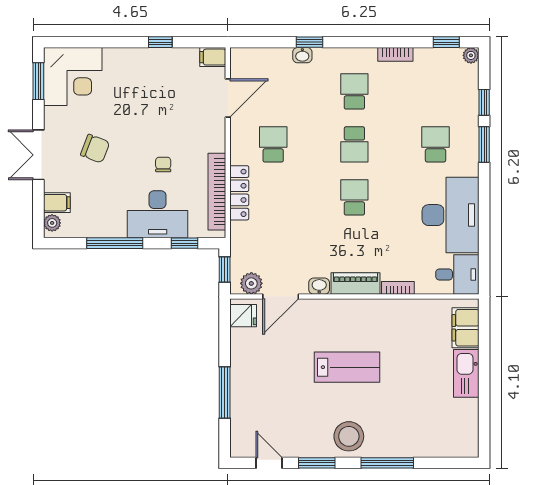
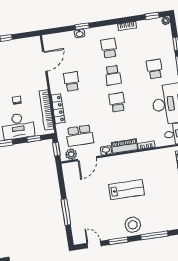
filing cabinet: (213, 57) -> (34, 42), removed
school desk: (273, 250) -> (80, 136), added
fridge: (243, 316) -> (69, 171), removed

